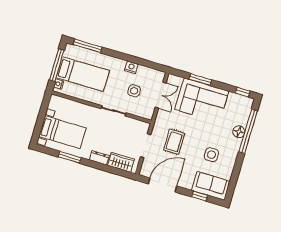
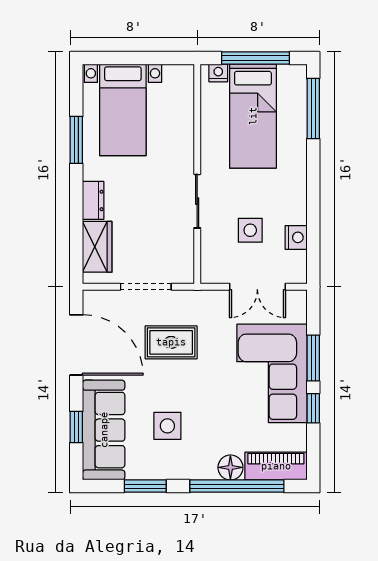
nightstand: (131, 67) -> (296, 237), moved
window: (243, 92) -> (313, 408), moved
piano: (244, 111) -> (276, 466), added
window: (236, 173) -> (145, 486), added
sofa: (211, 186) -> (104, 430), width x1.36

